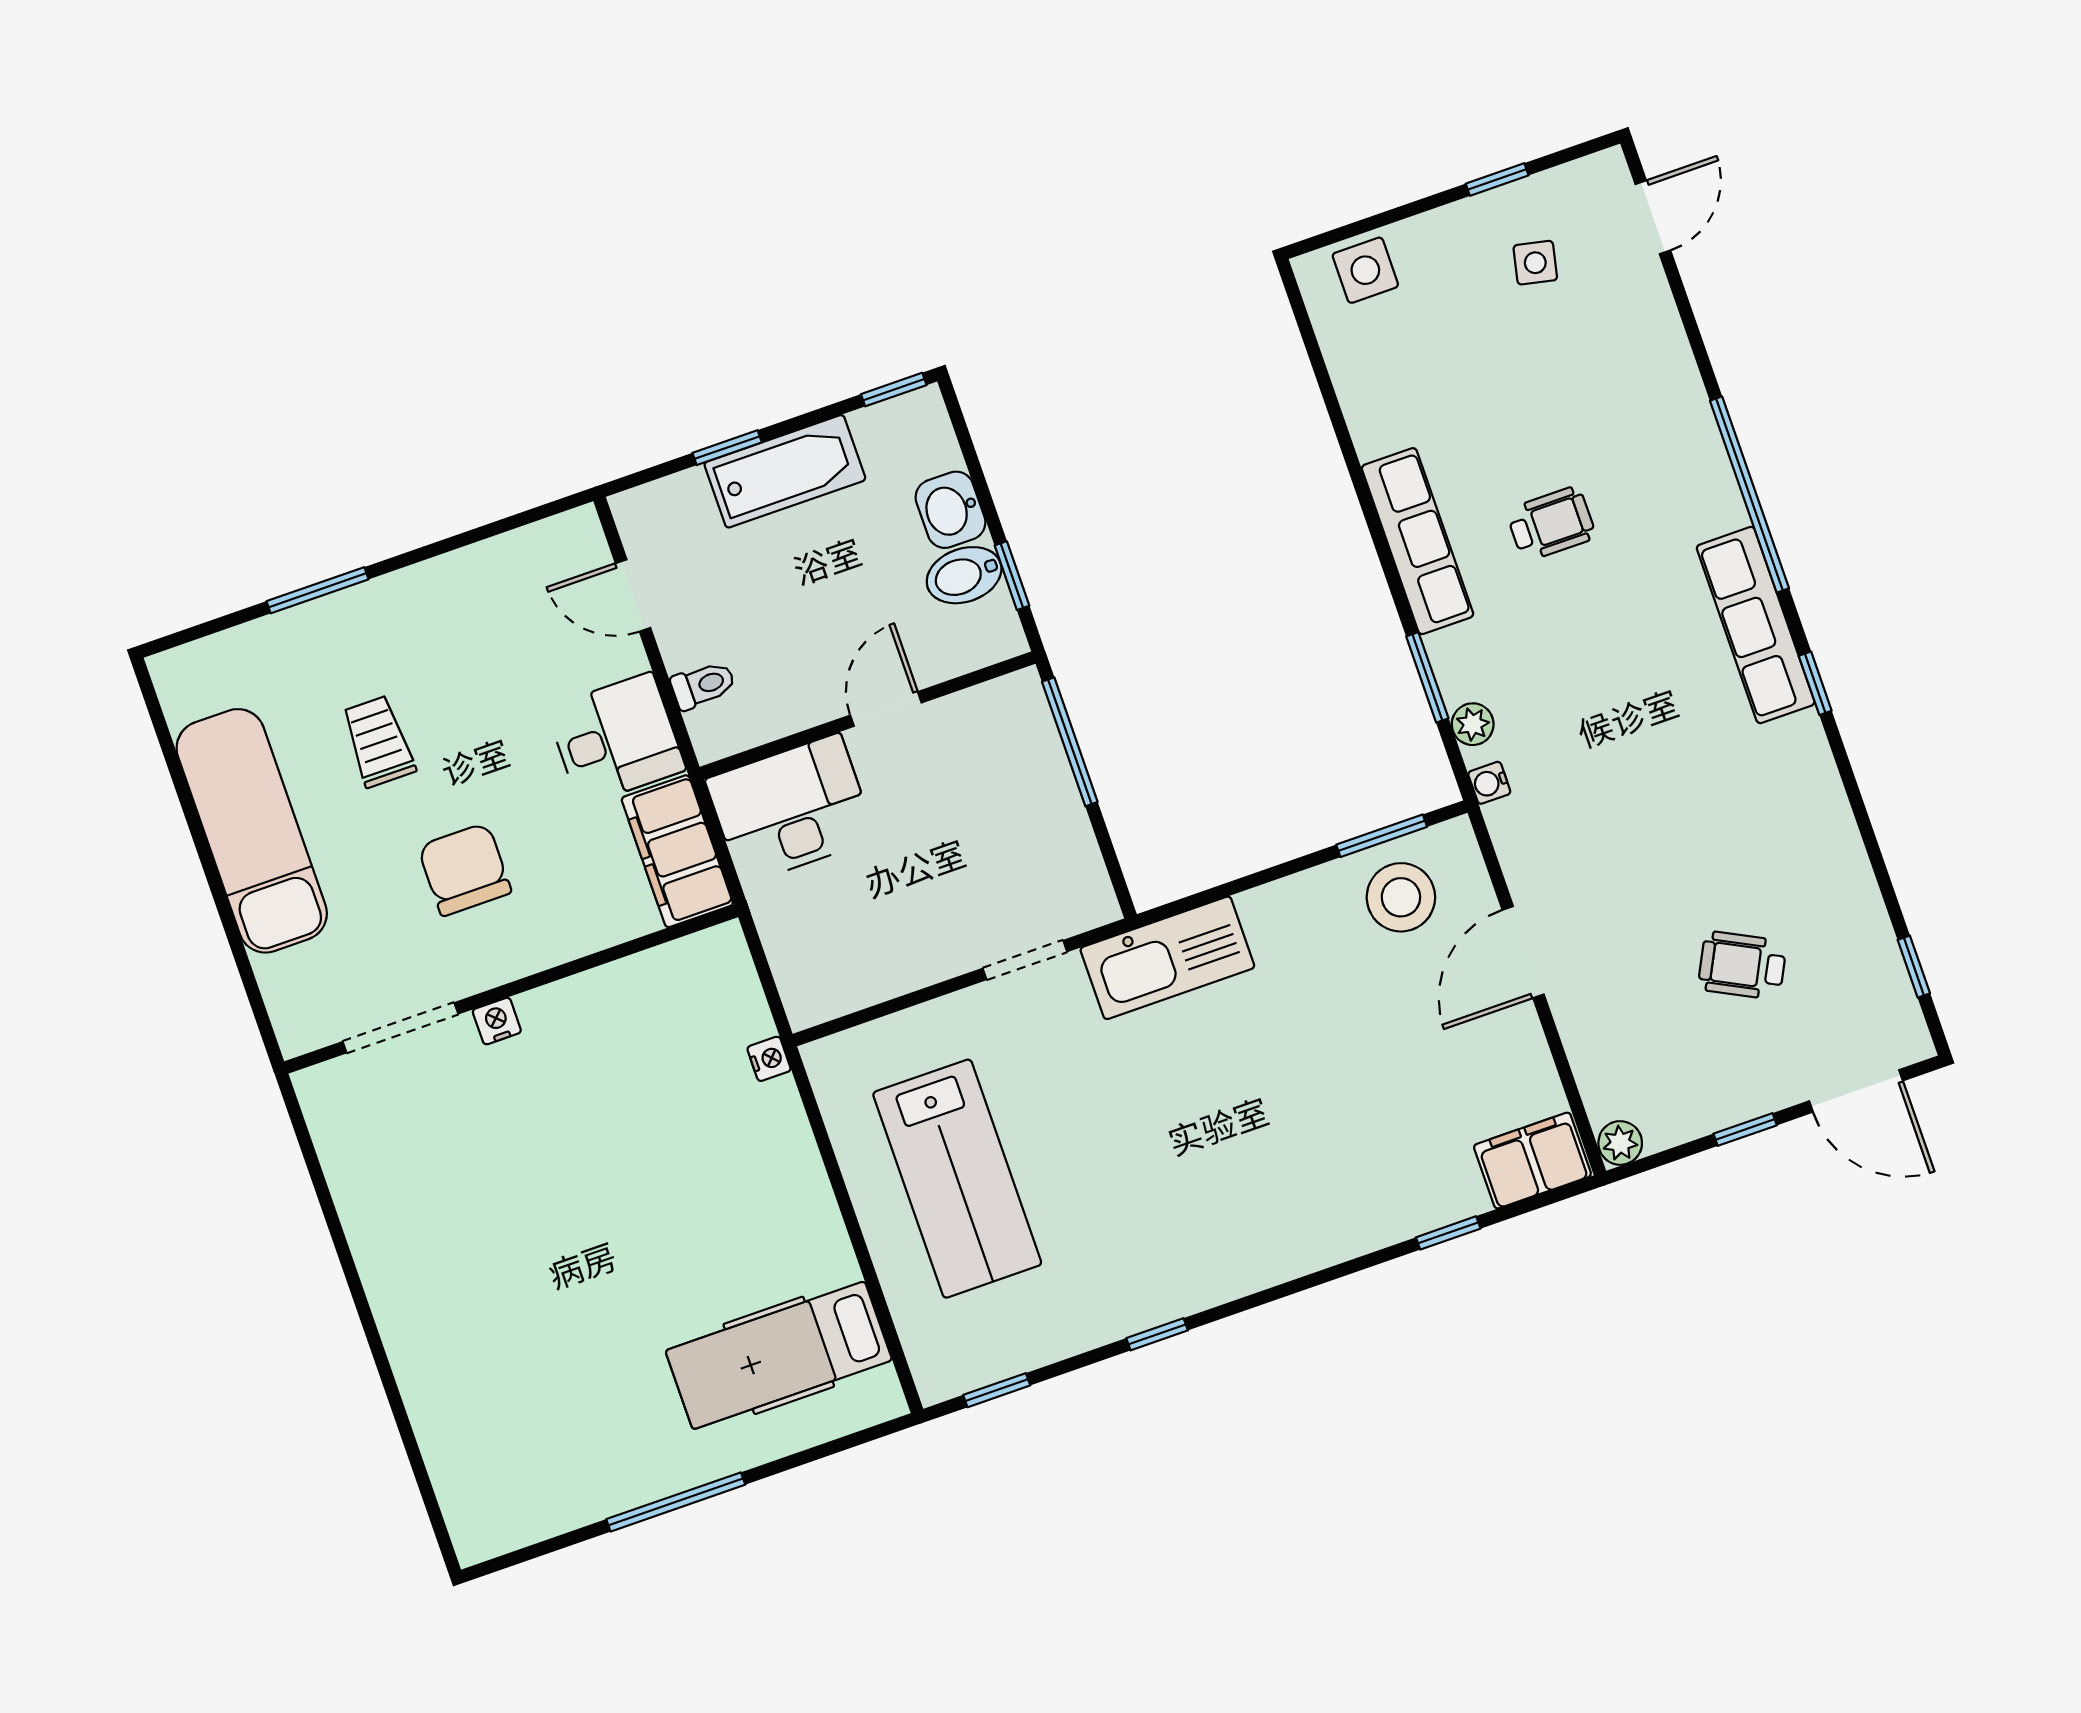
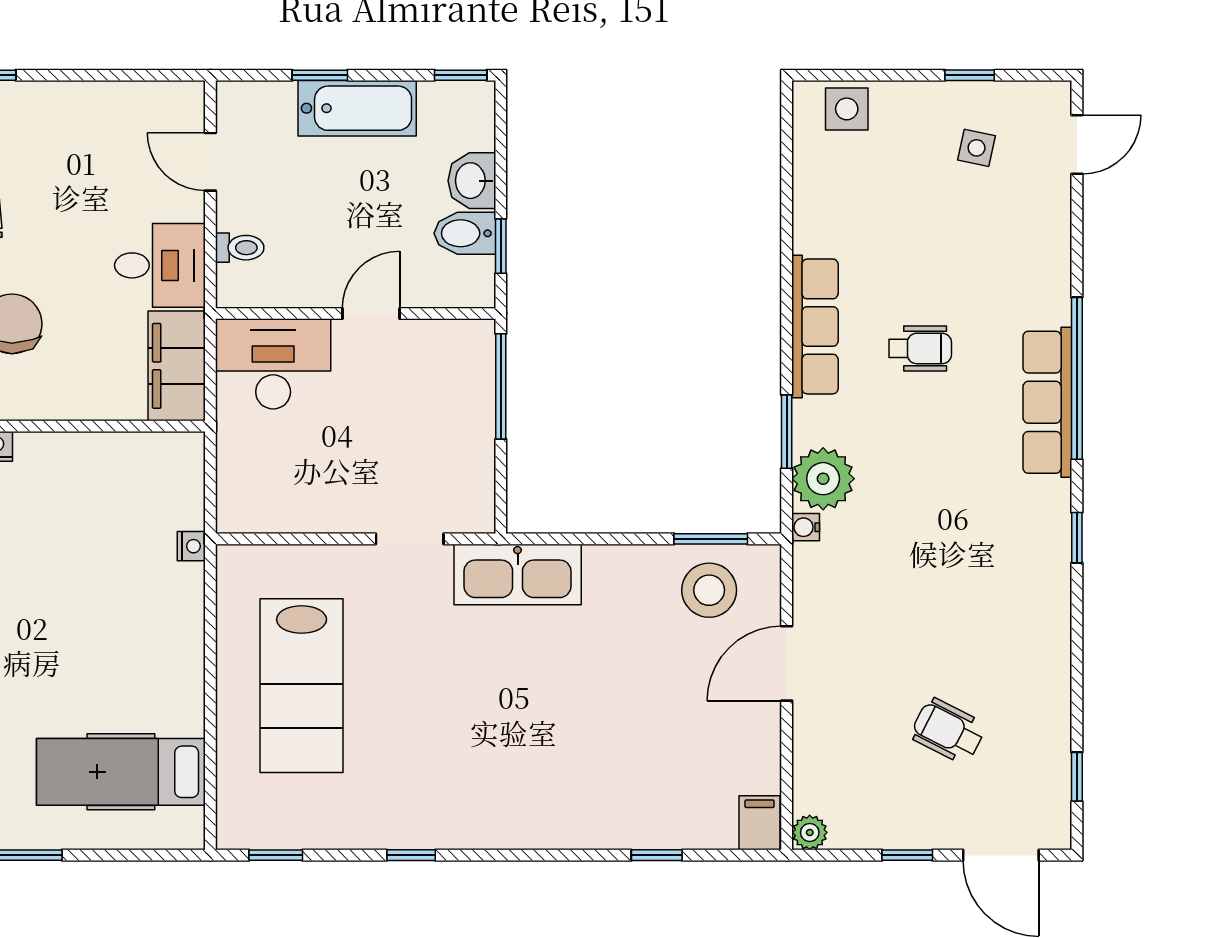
row of seats: (1756, 625) -> (1047, 402), moved
plant: (1473, 724) -> (823, 479), width x1.88, depth x1.88
filing cabinet: (1532, 1161) -> (759, 823), width x0.50

